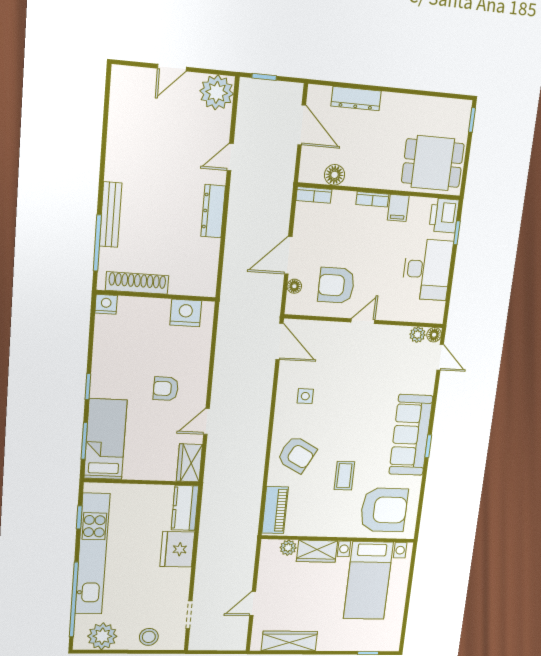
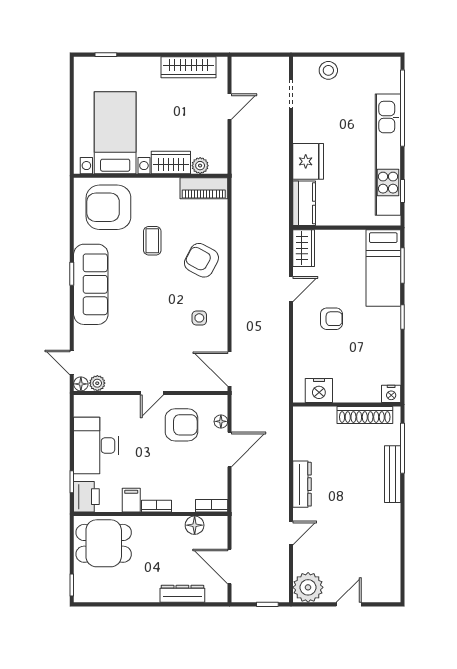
piano: (275, 510) -> (204, 188), moved, turned -90
plant: (102, 636) -> (373, 71), removed

